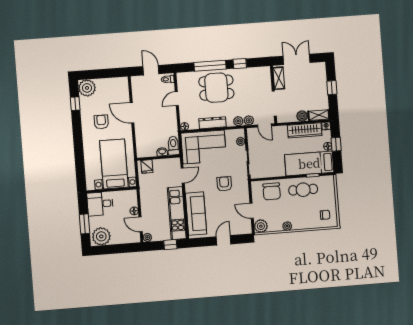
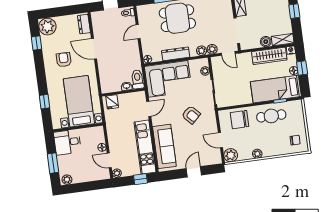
dresser: (123, 88) -> (84, 24), added
window: (80, 162) -> (45, 102), added
armchair: (224, 184) -> (191, 115), turned 137
chair: (272, 191) -> (239, 120), turned 90
plant: (101, 236) -> (67, 180), width x0.53, depth x0.53

